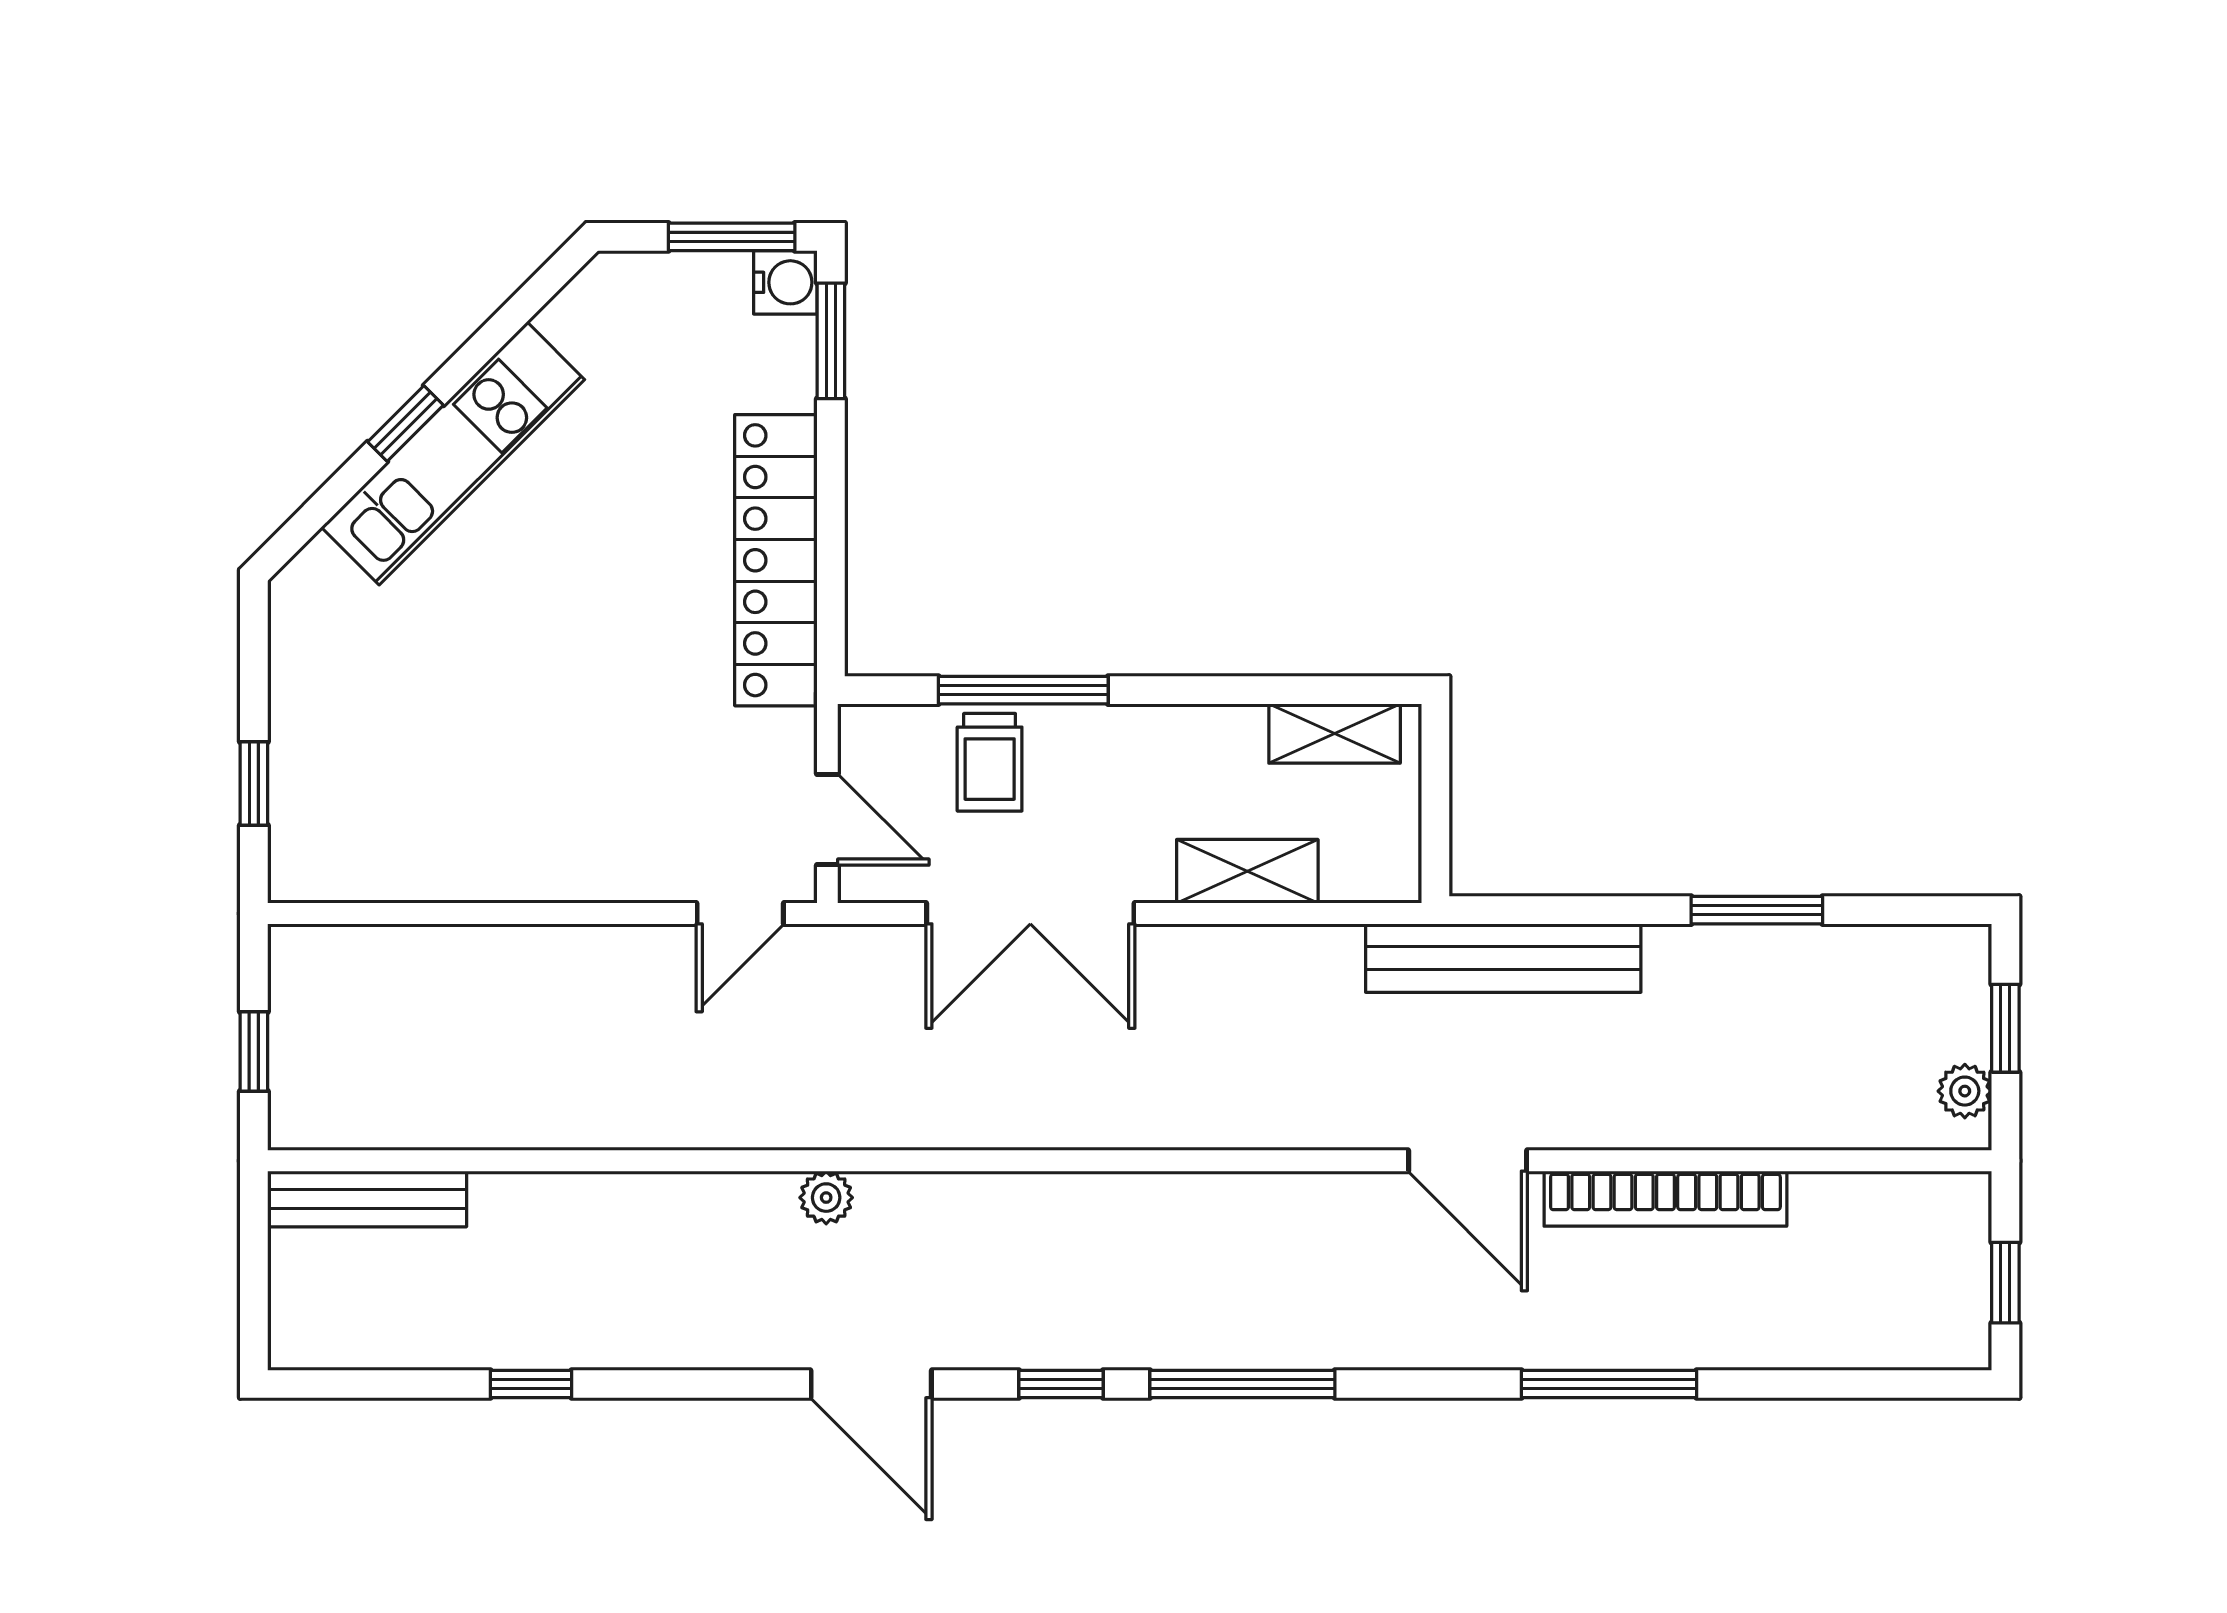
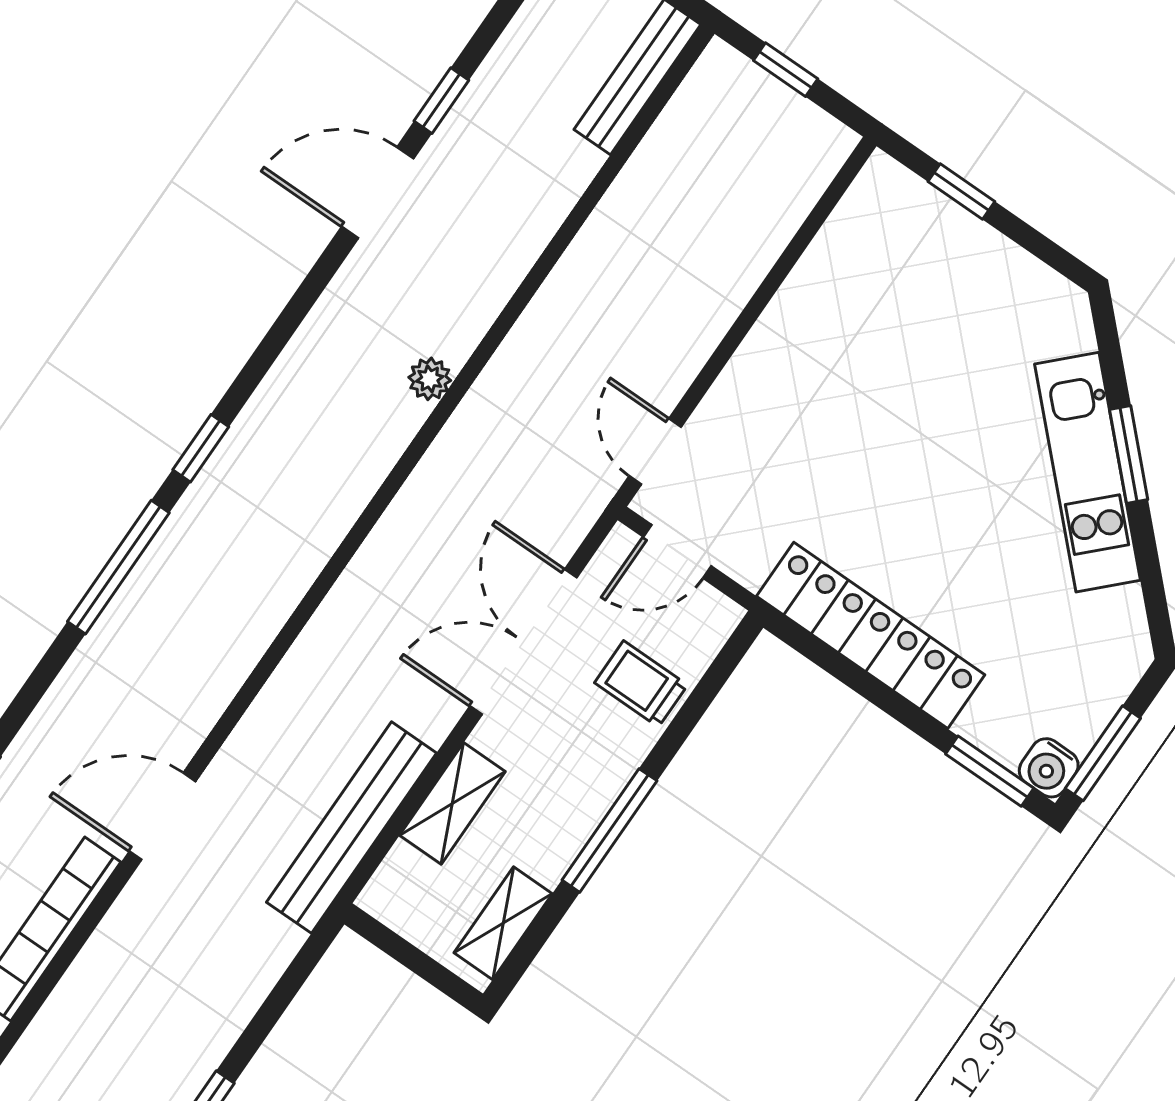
window: (405, 423) -> (1129, 455), width x1.50
window: (1023, 690) -> (609, 830), moved
bench: (1503, 958) -> (352, 828), moved
door: (871, 1384) -> (378, 193), moved

